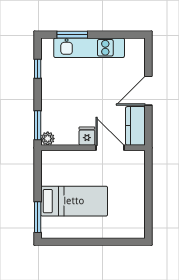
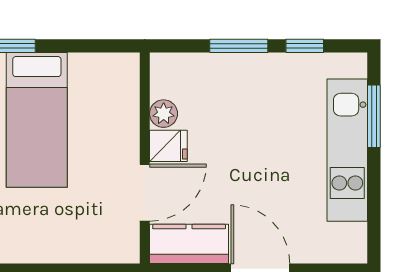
window: (38, 125) -> (239, 46), moved
plant: (48, 139) -> (164, 114), moved

